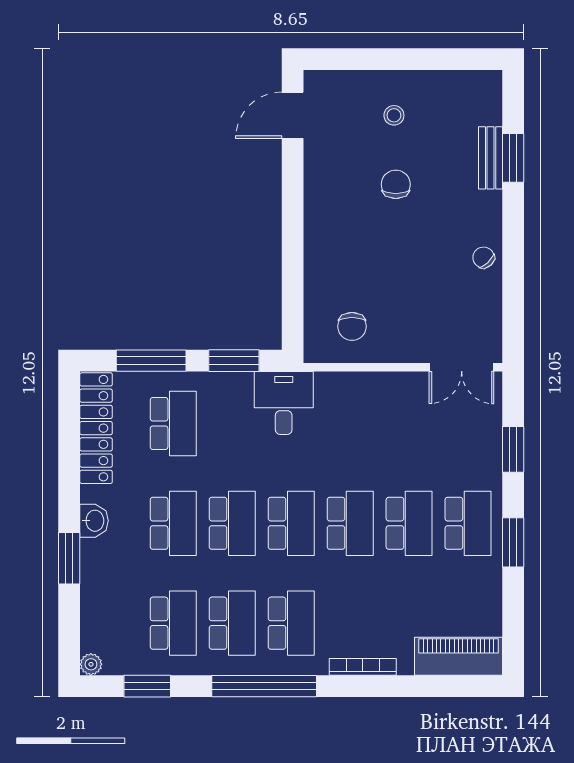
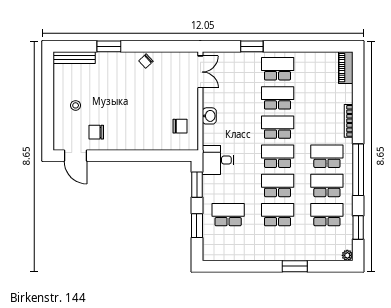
bench: (491, 158) -> (74, 58), moved, width x1.36
window: (513, 158) -> (109, 46), moved
chair: (396, 184) -> (96, 132), moved
window: (151, 361) -> (197, 226), width x0.69
locker: (96, 428) -> (230, 253), removed
window: (513, 449) -> (252, 46), moved
washbasin: (94, 521) -> (209, 116), moved, turned 90
window: (513, 542) -> (287, 46), removed
piano: (458, 656) -> (346, 68), width x0.73, depth x0.75

